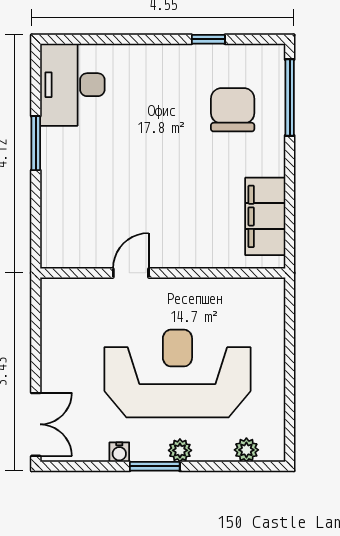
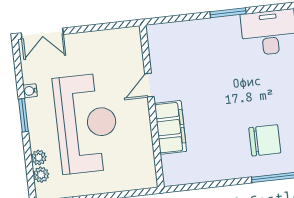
filing cabinet: (265, 216) -> (170, 127), moved, turned 90
door: (131, 273) -> (149, 85), swing flipped
plant: (180, 450) -> (39, 158), moved

